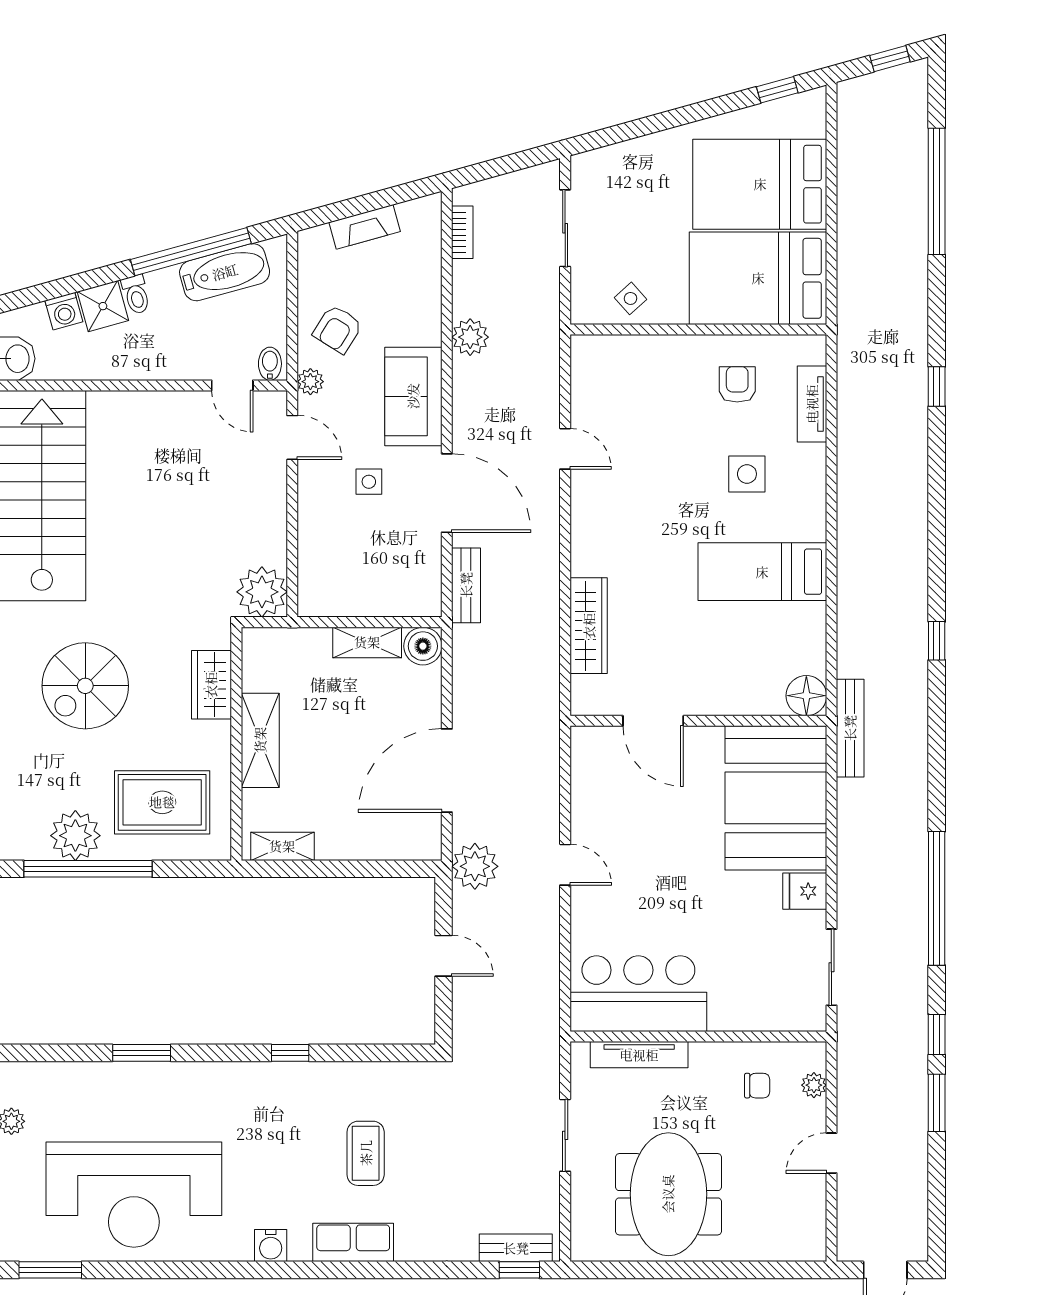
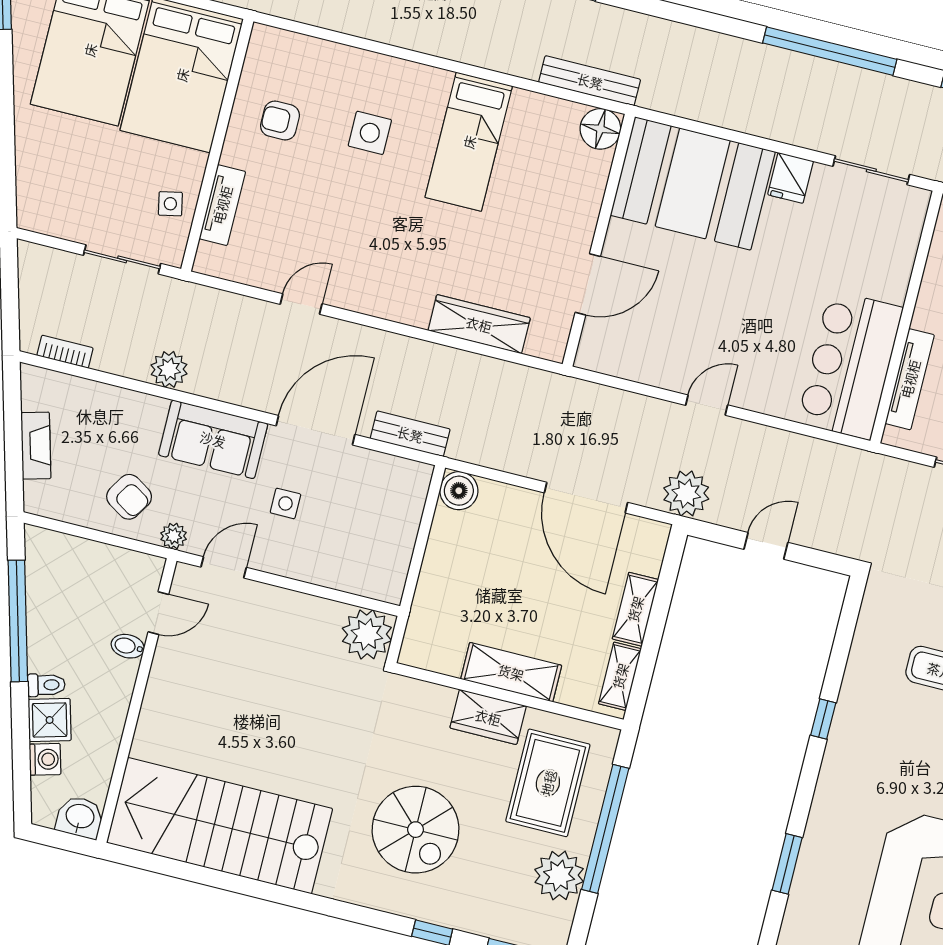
sliding door: (565, 228) -> (122, 259), moved
bathtub: (225, 272) -> (46, 593), removed
side table: (630, 298) -> (170, 204), turned 30
bidet: (270, 364) -> (128, 646), moved
tv unit: (812, 404) -> (222, 205), moved, turned -90
shelving: (367, 642) -> (635, 609), moved
wardrobe: (211, 685) -> (488, 717), moved
bench: (850, 728) -> (590, 81), moved
window: (88, 869) -> (605, 829), moved

